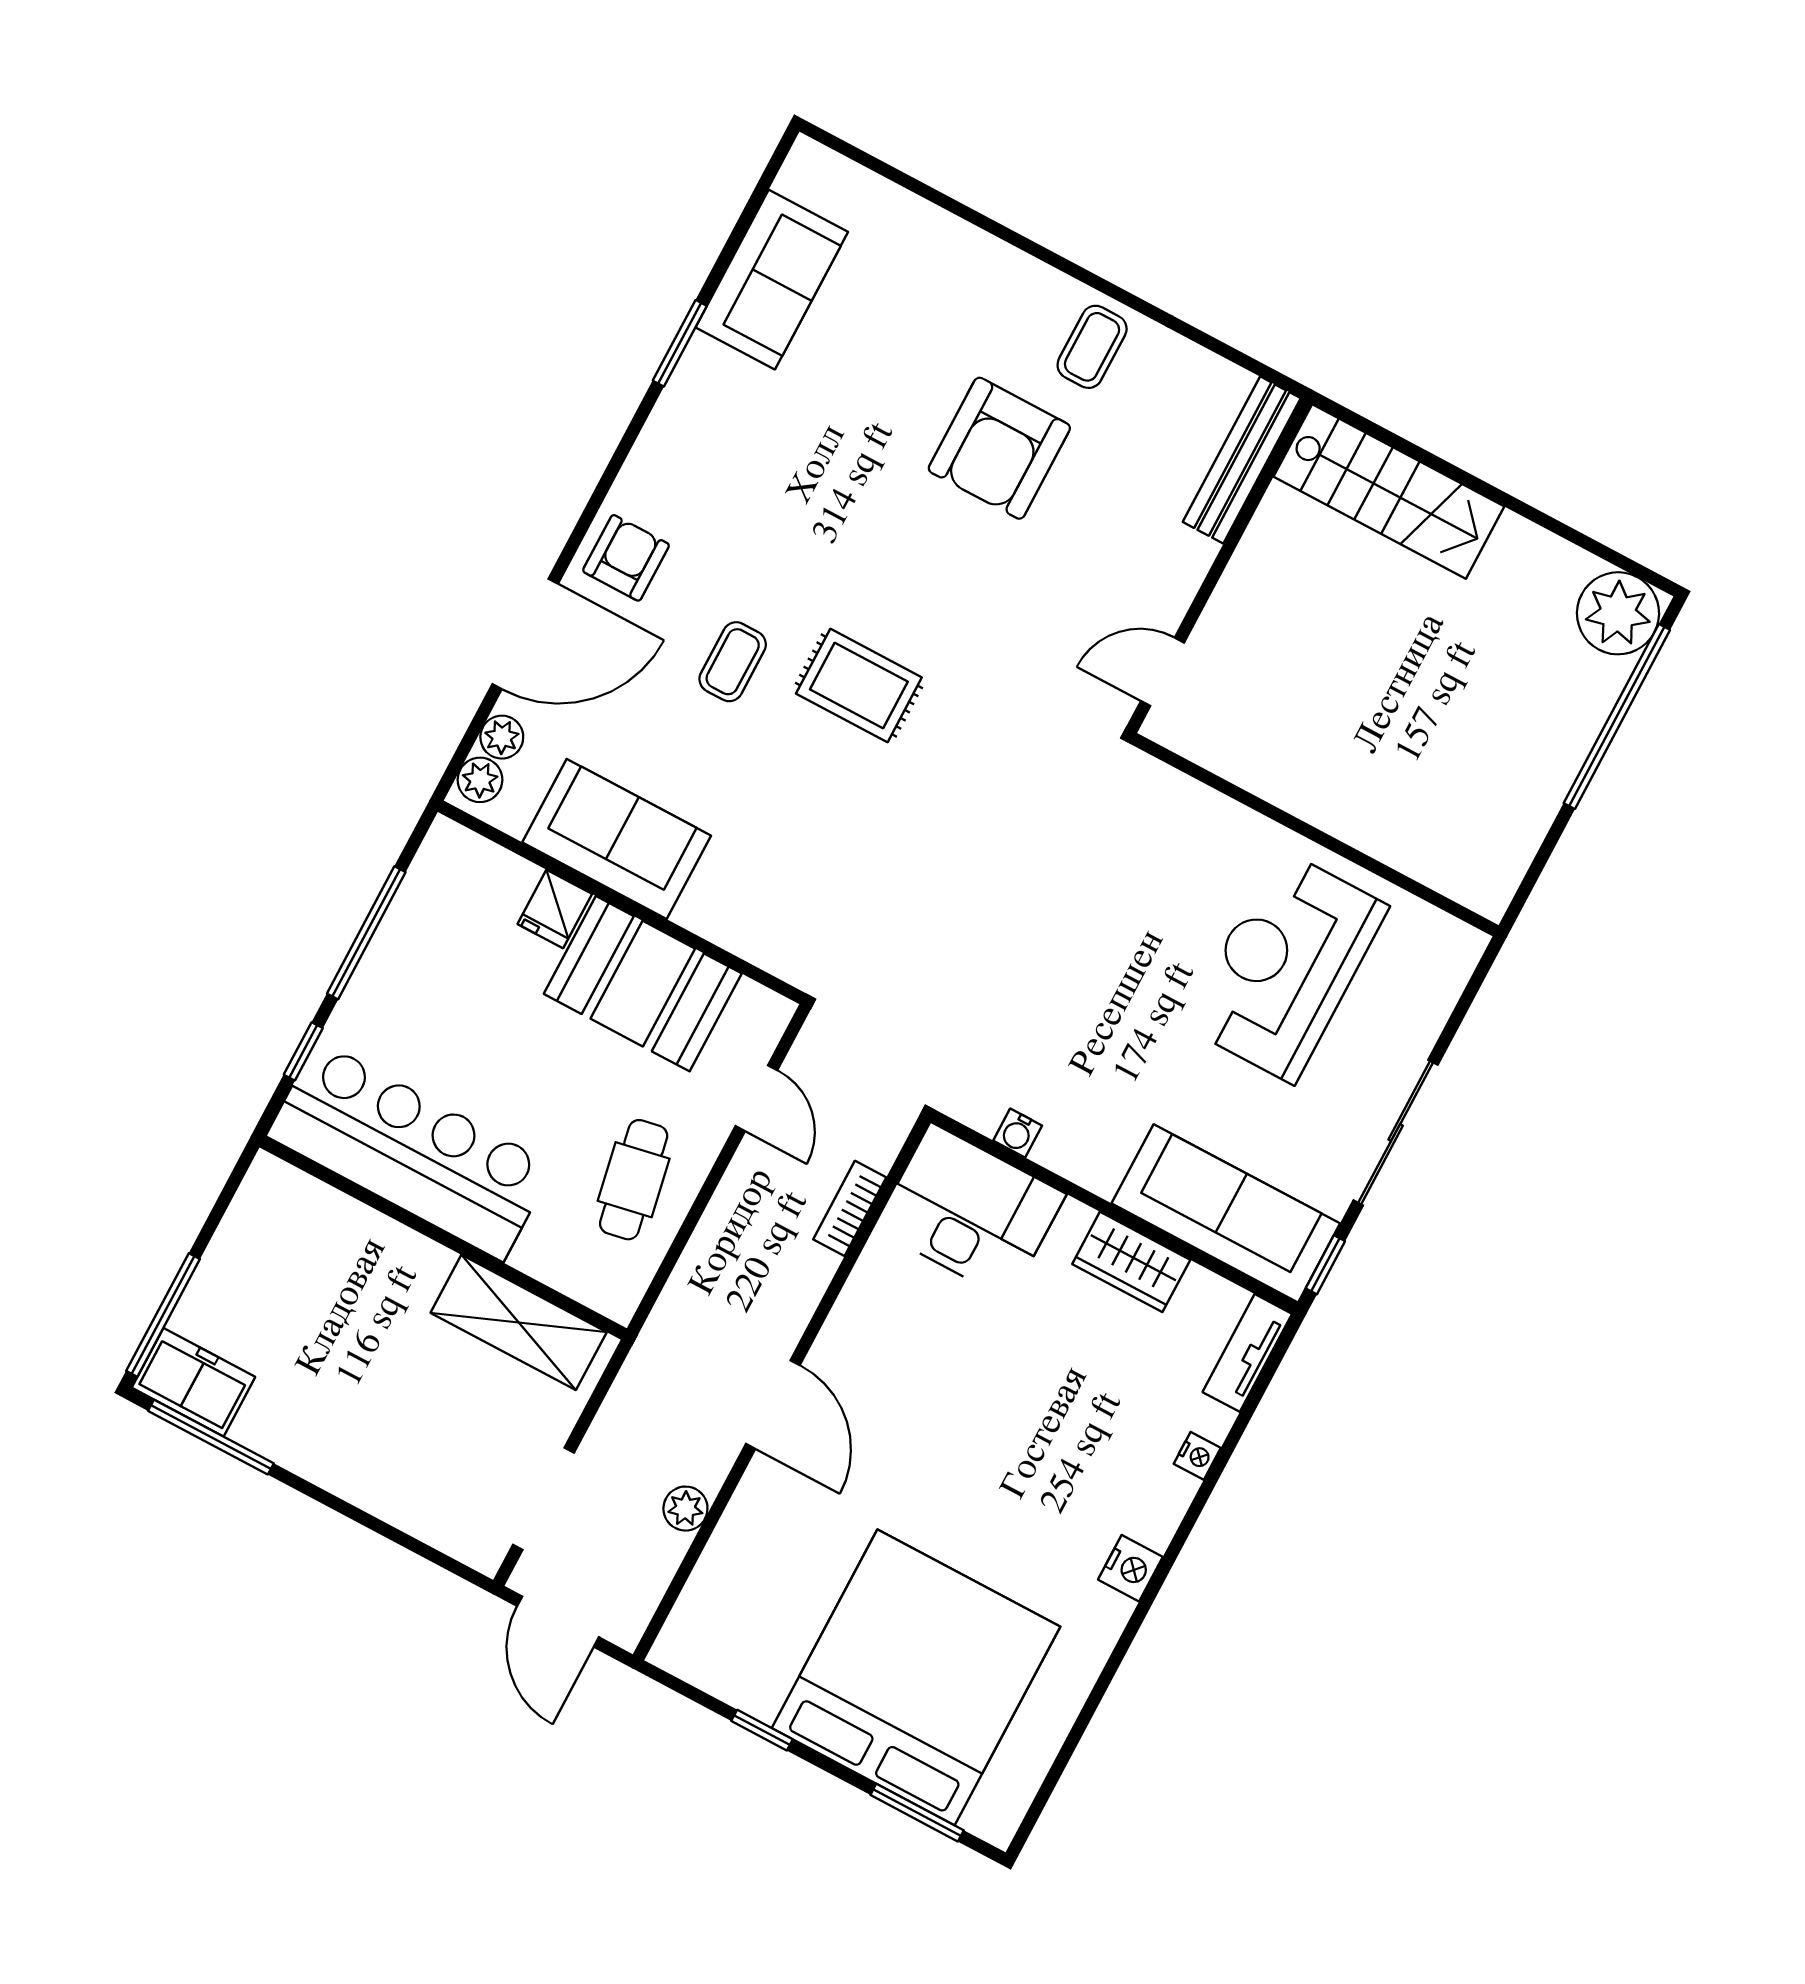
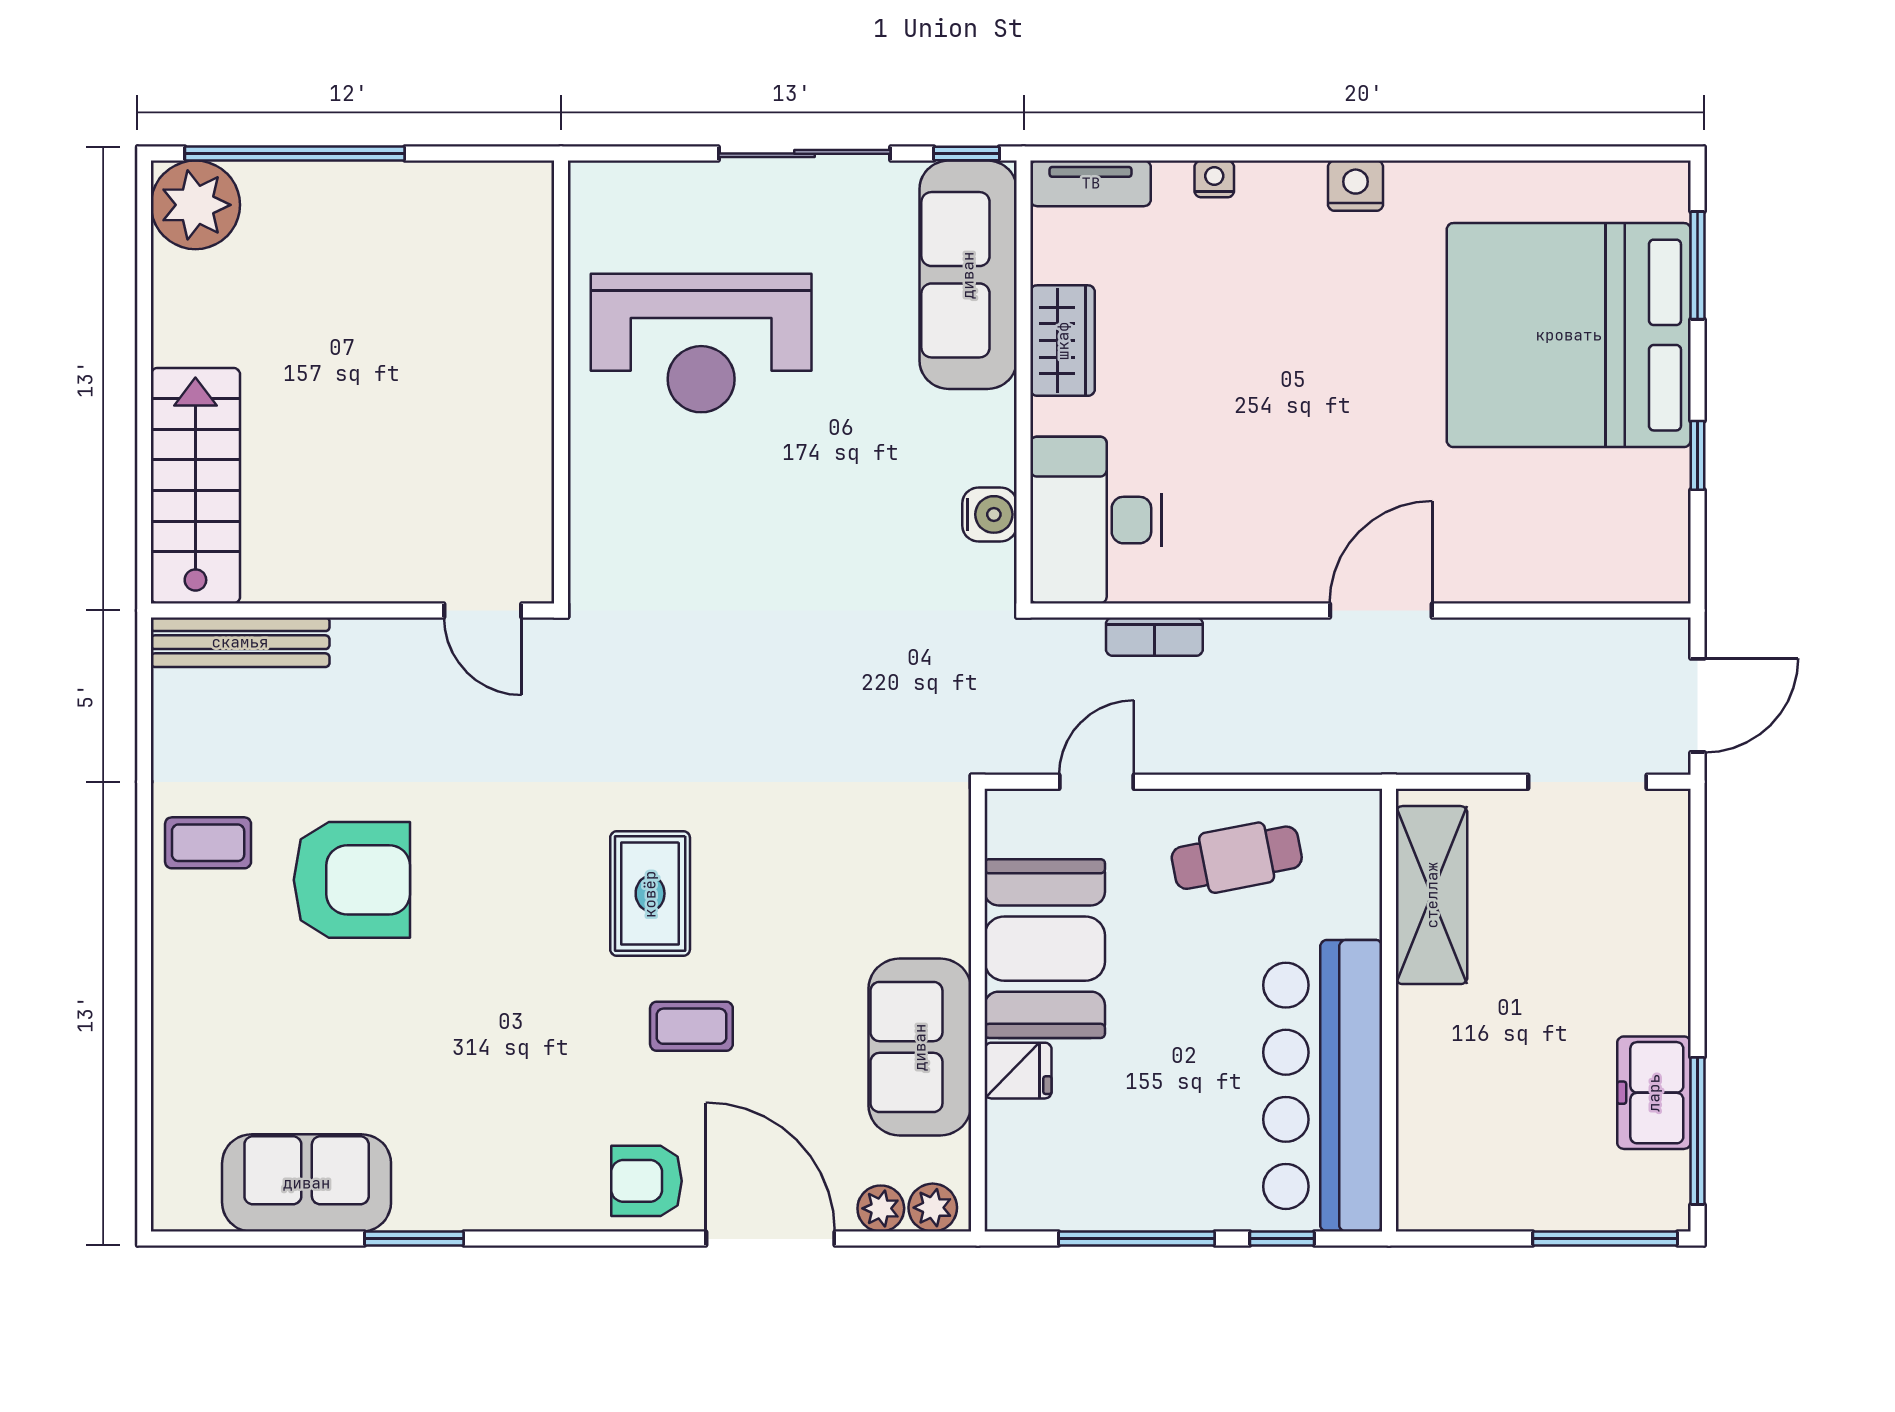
water cooler: (1018, 1133) -> (990, 514), width x1.38, depth x1.38
freezer: (193, 1382) -> (1654, 1093), moved
plant: (685, 1509) -> (1525, 641), removed

